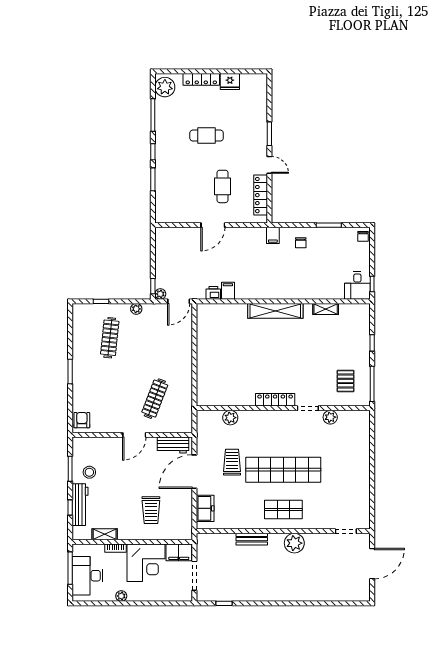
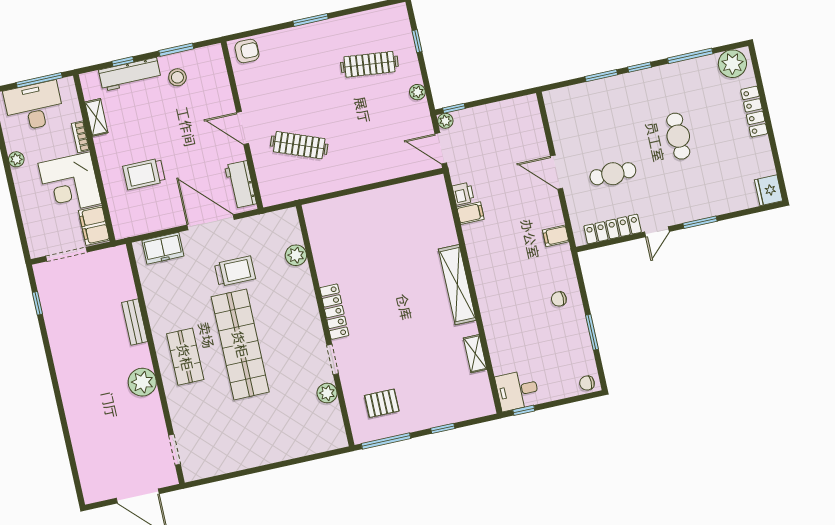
fridge: (230, 82) -> (768, 190), moved
filing cabinet: (273, 235) -> (556, 236), moved

